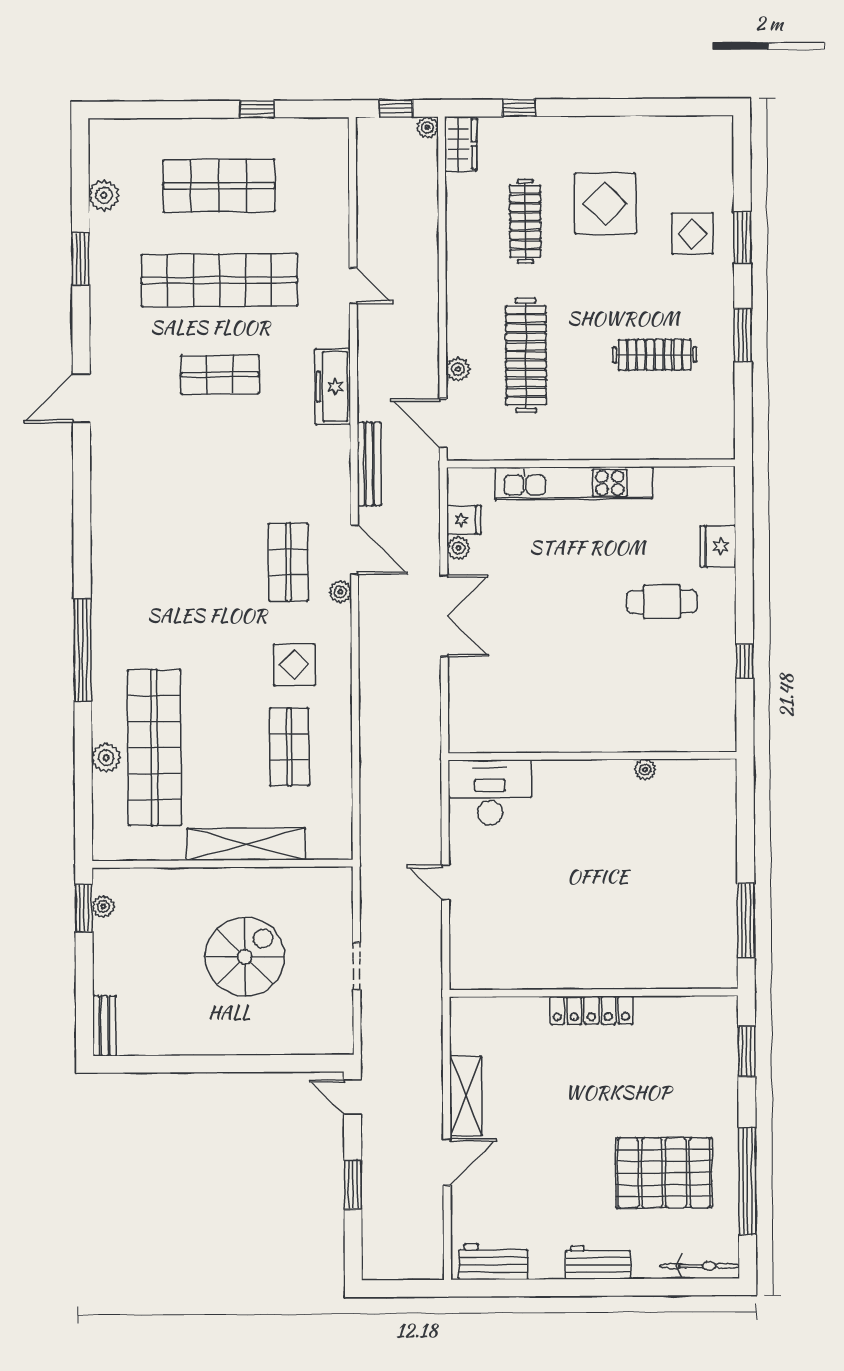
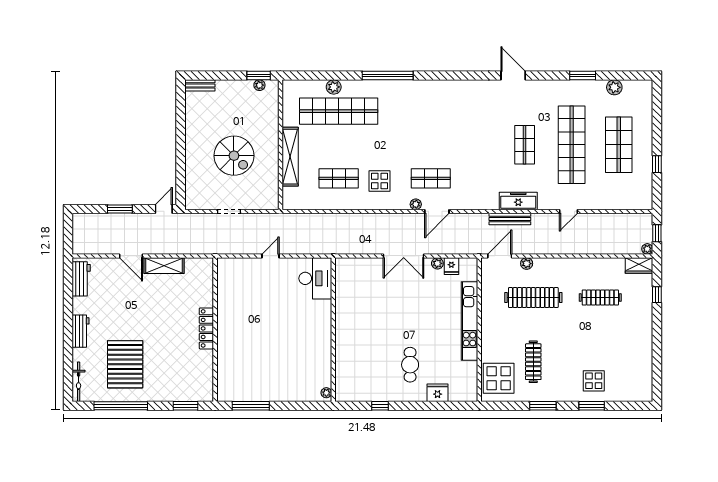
display table: (605, 204) -> (499, 378), moved
bench: (369, 464) -> (510, 219), moved
plant: (645, 770) -> (326, 393), moved

